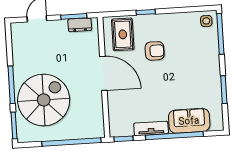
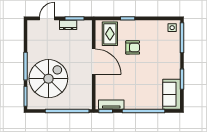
dresser: (80, 25) -> (68, 25), moved
sofa: (189, 121) -> (172, 94), moved, turned -90
tv unit: (151, 128) -> (111, 105), moved

